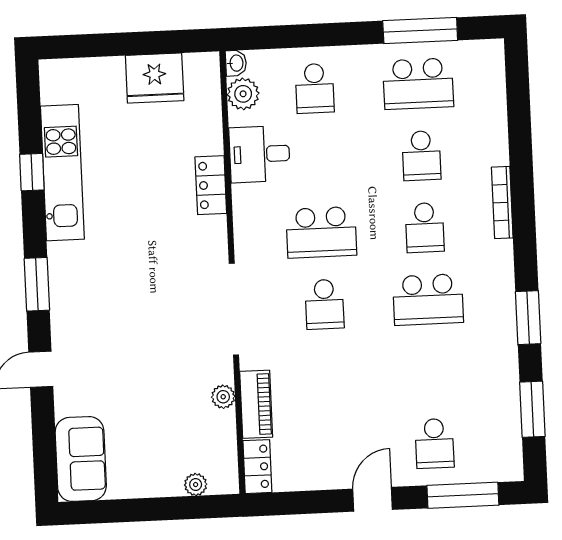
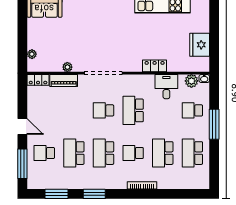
window: (420, 31) -> (214, 124), moved
school desk: (421, 156) -> (163, 153), width x1.85
school desk: (431, 372) -> (74, 153), added

